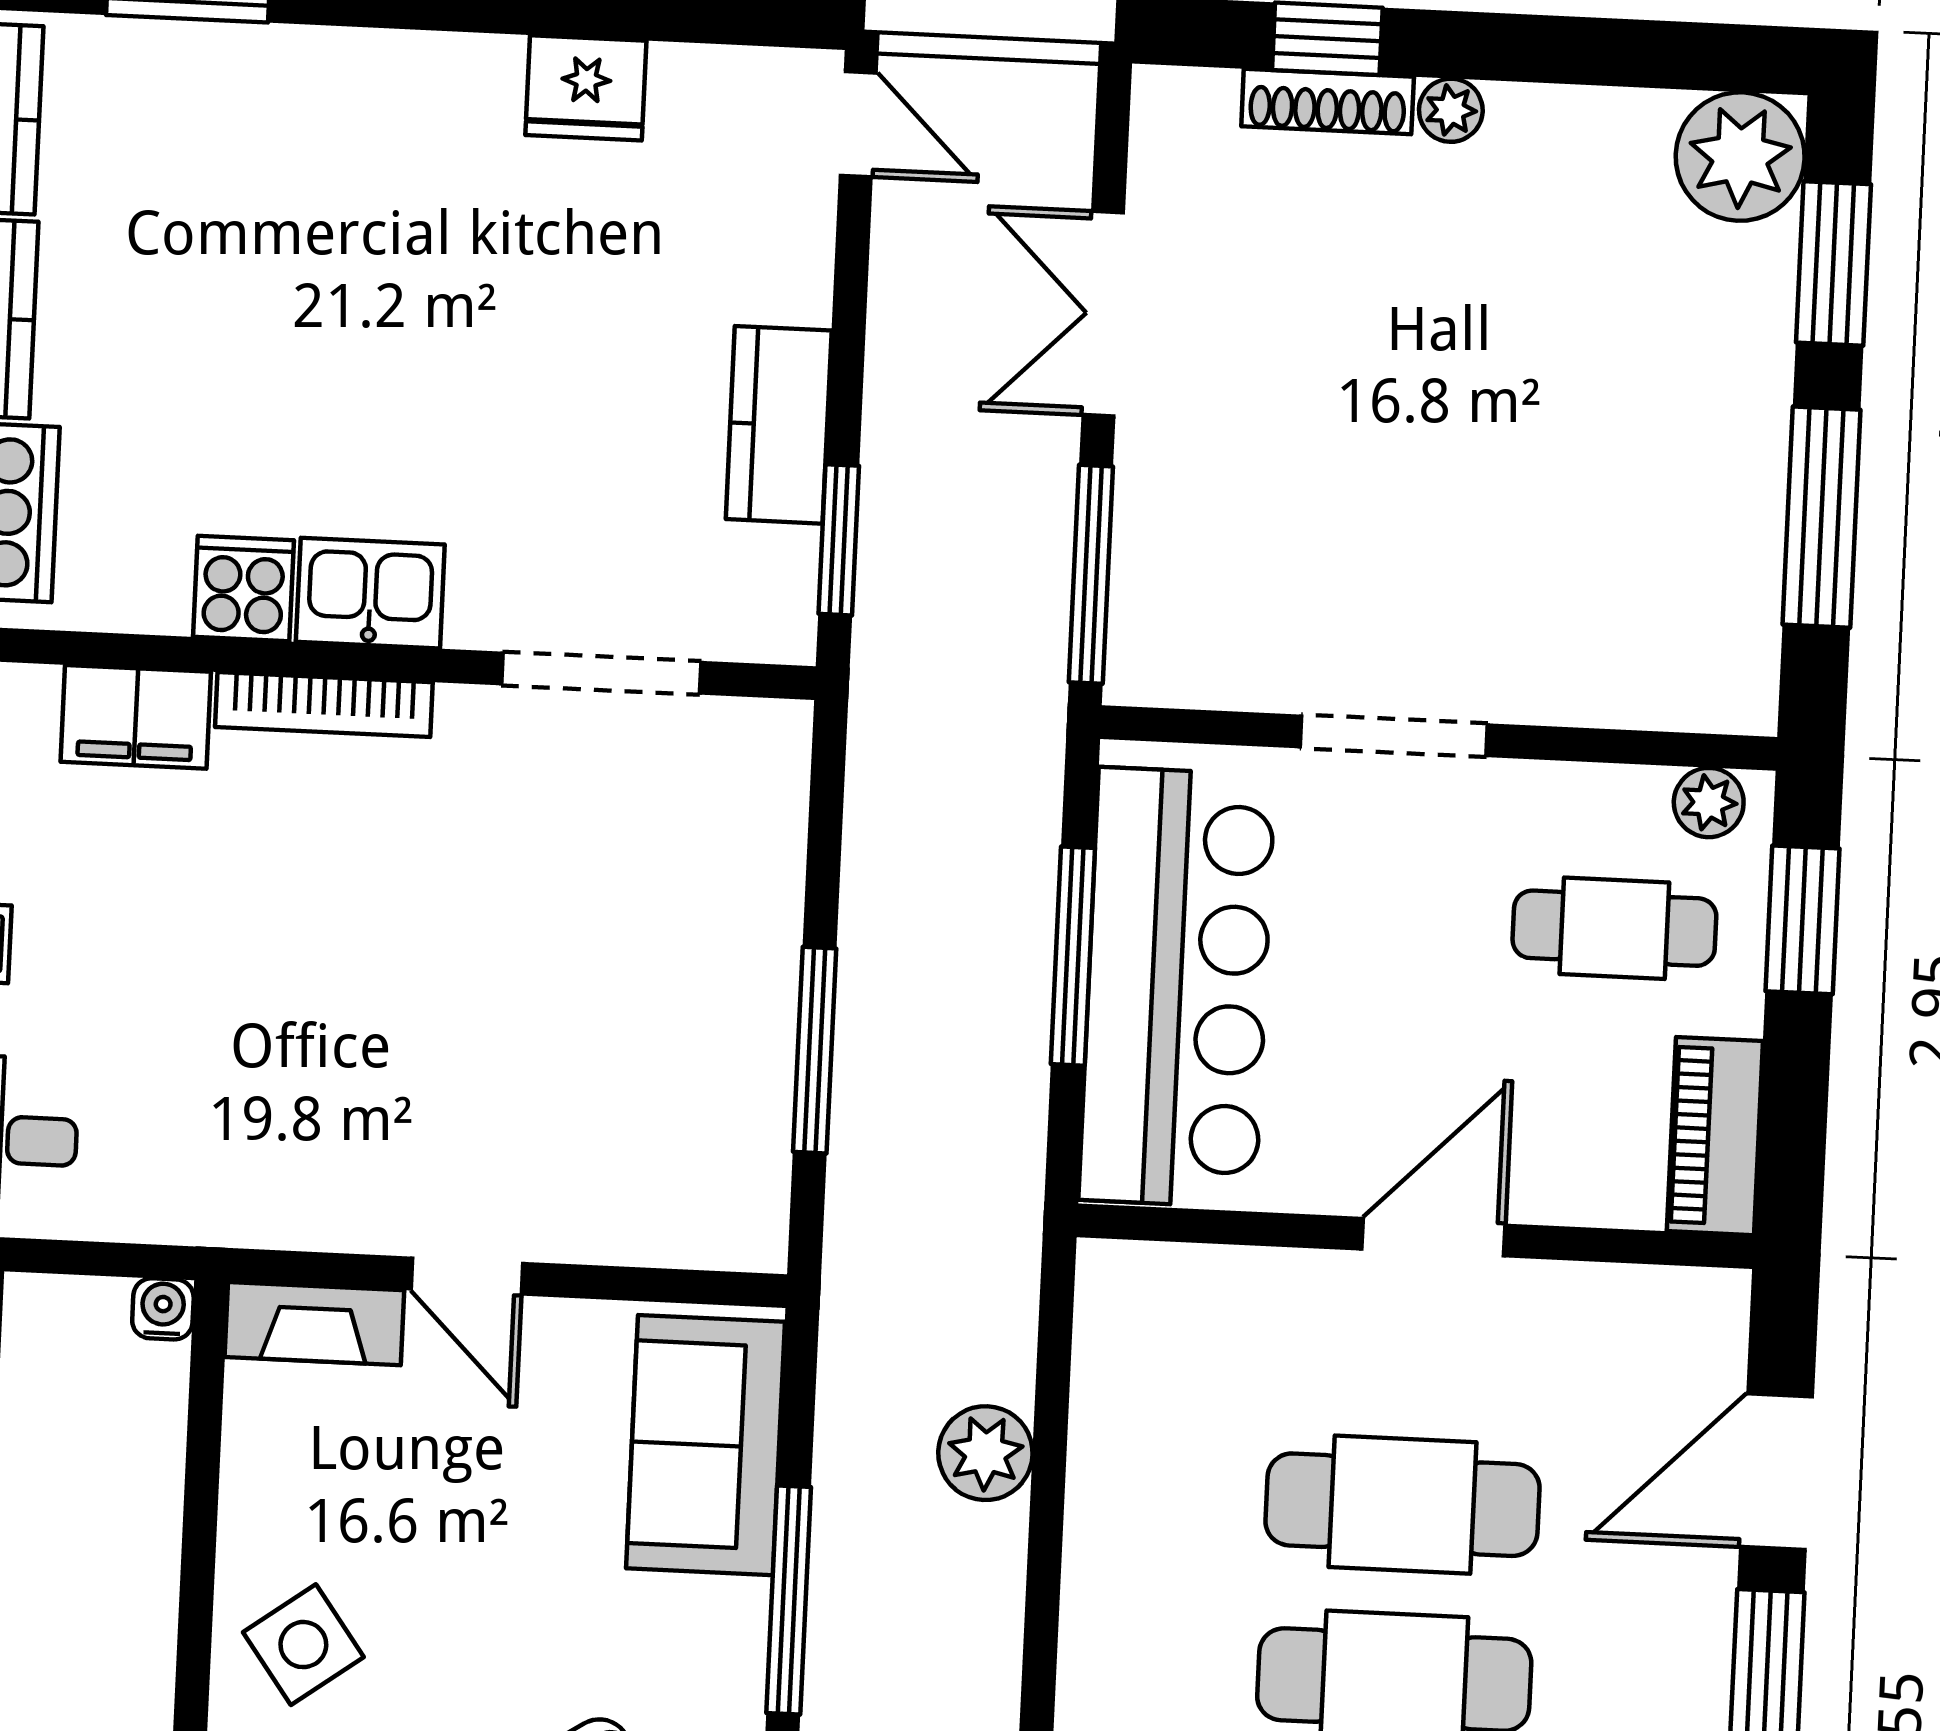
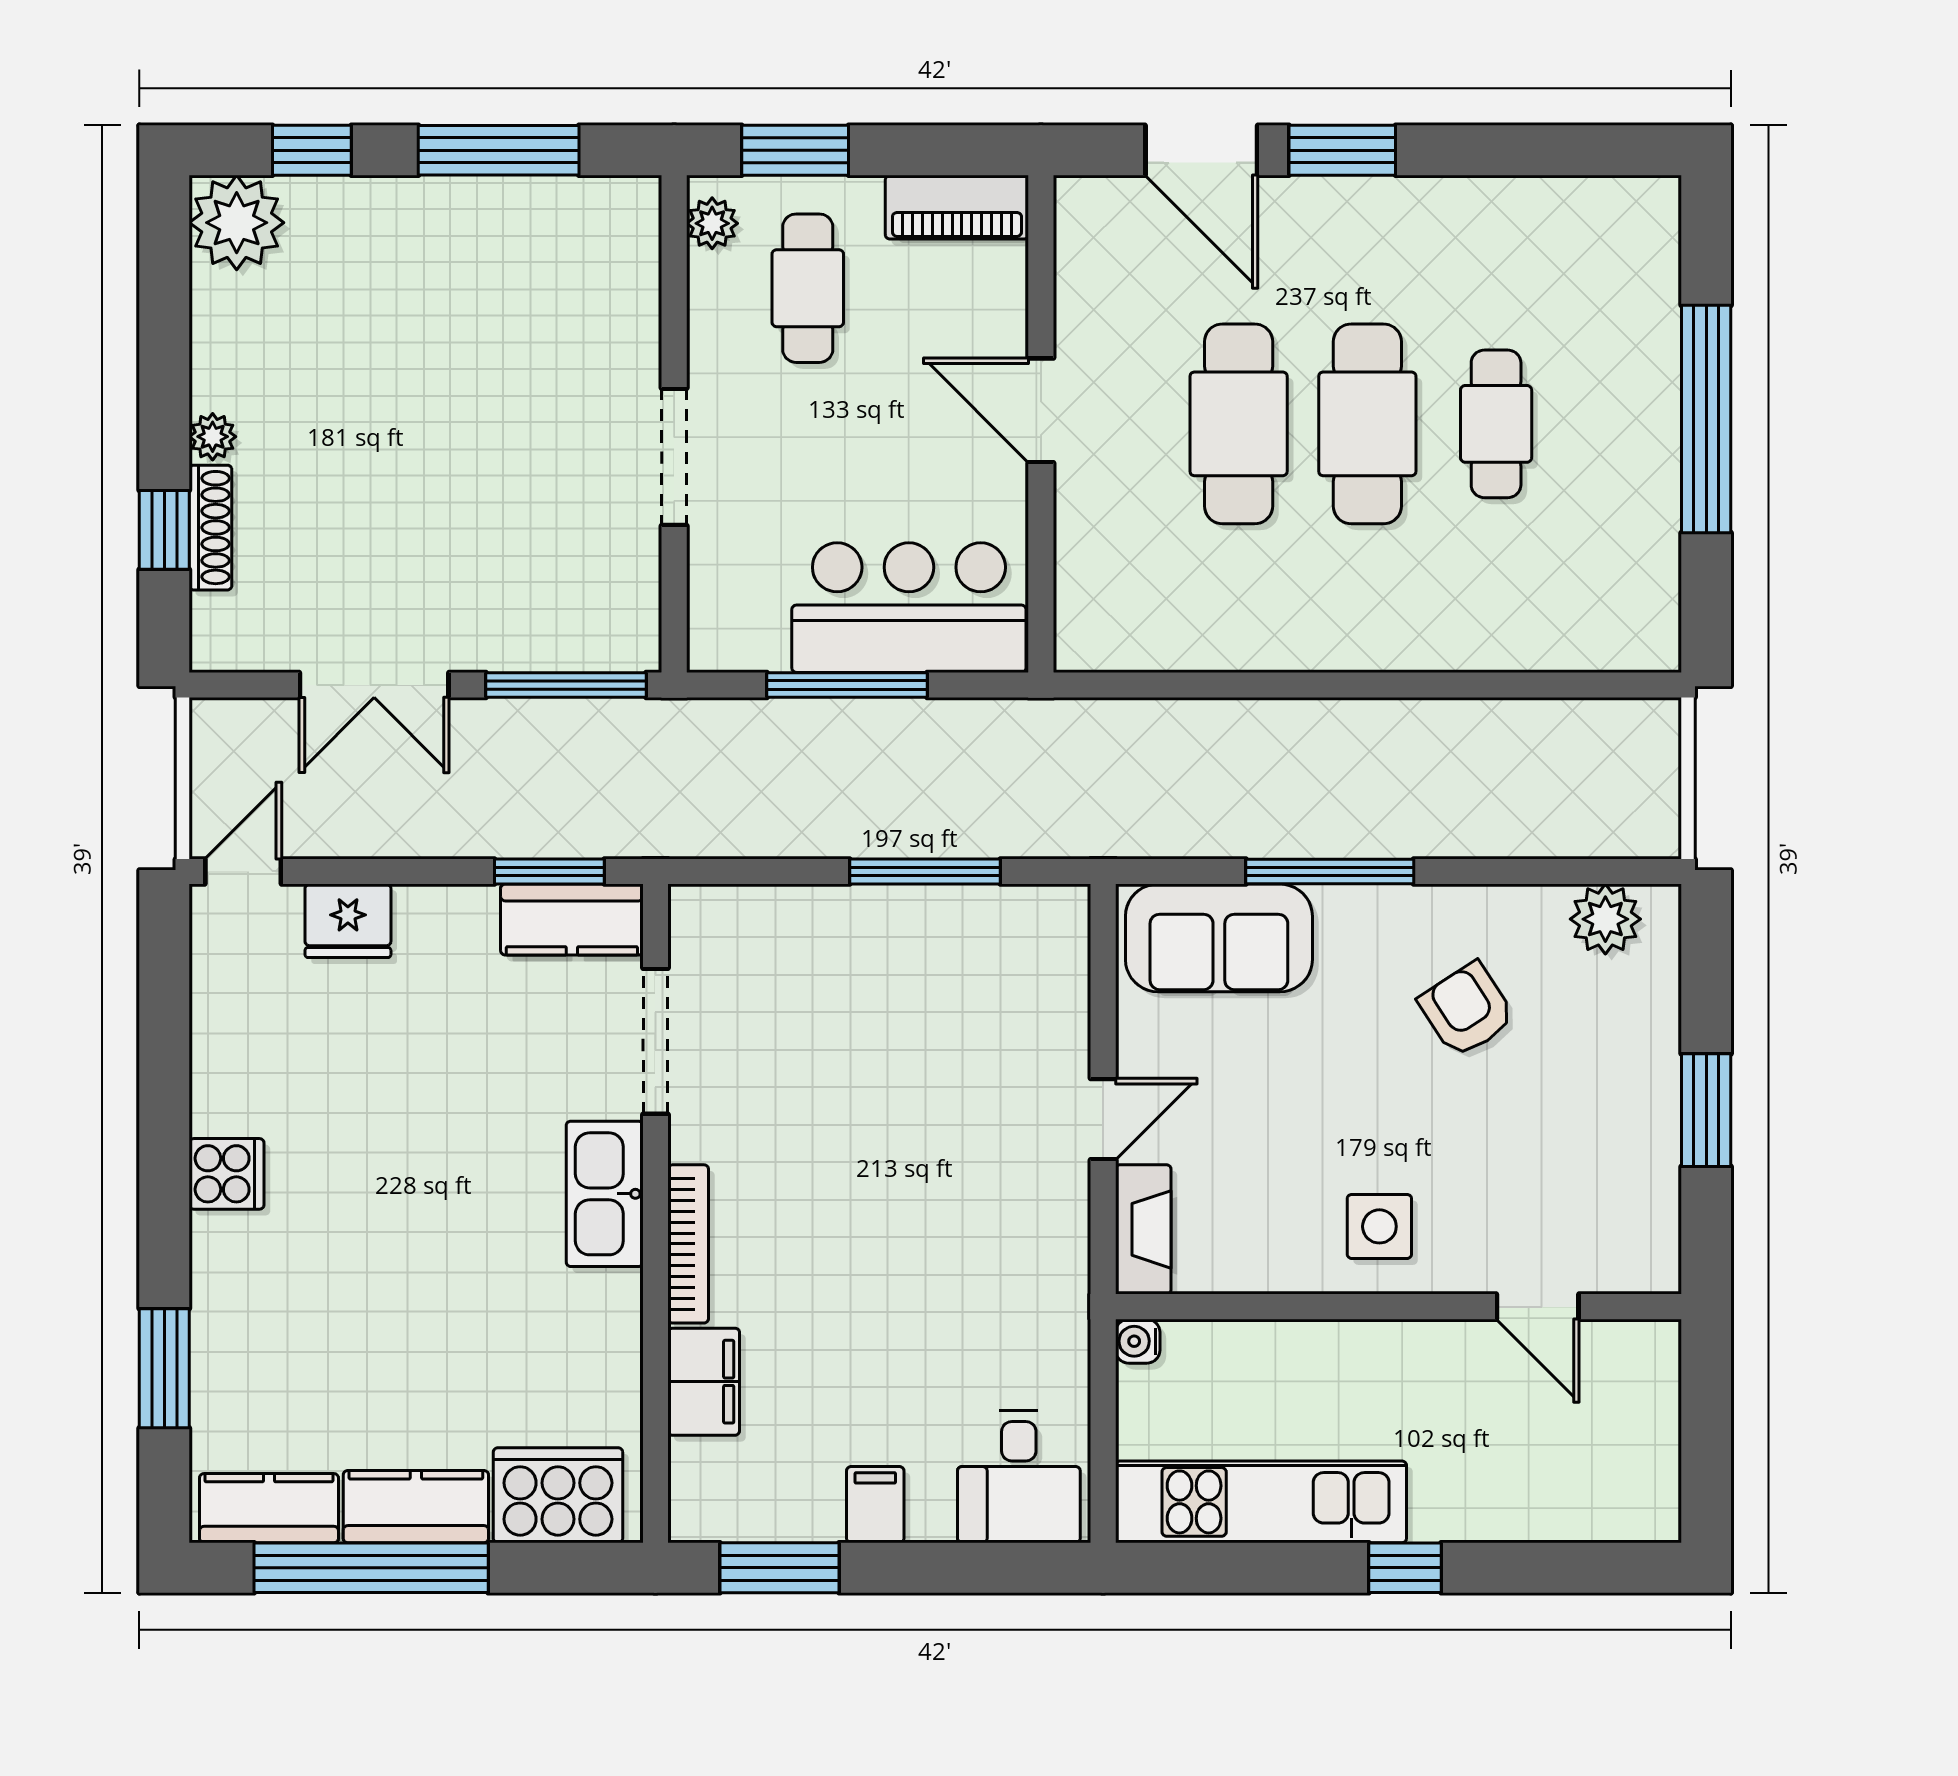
fridge: (586, 88) -> (348, 921), moved, turned 90
window: (1833, 263) -> (312, 150), width x0.67
kitchen counter: (779, 425) -> (572, 920), moved
cooker: (243, 589) -> (227, 1174), moved, turned 180
kitchen sink: (370, 593) -> (605, 1194), width x1.38
bar counter: (1177, 987) -> (909, 608), width x0.73
plant: (985, 1453) -> (1215, 732), removed
side table: (303, 1645) -> (1379, 1226), turned 36

